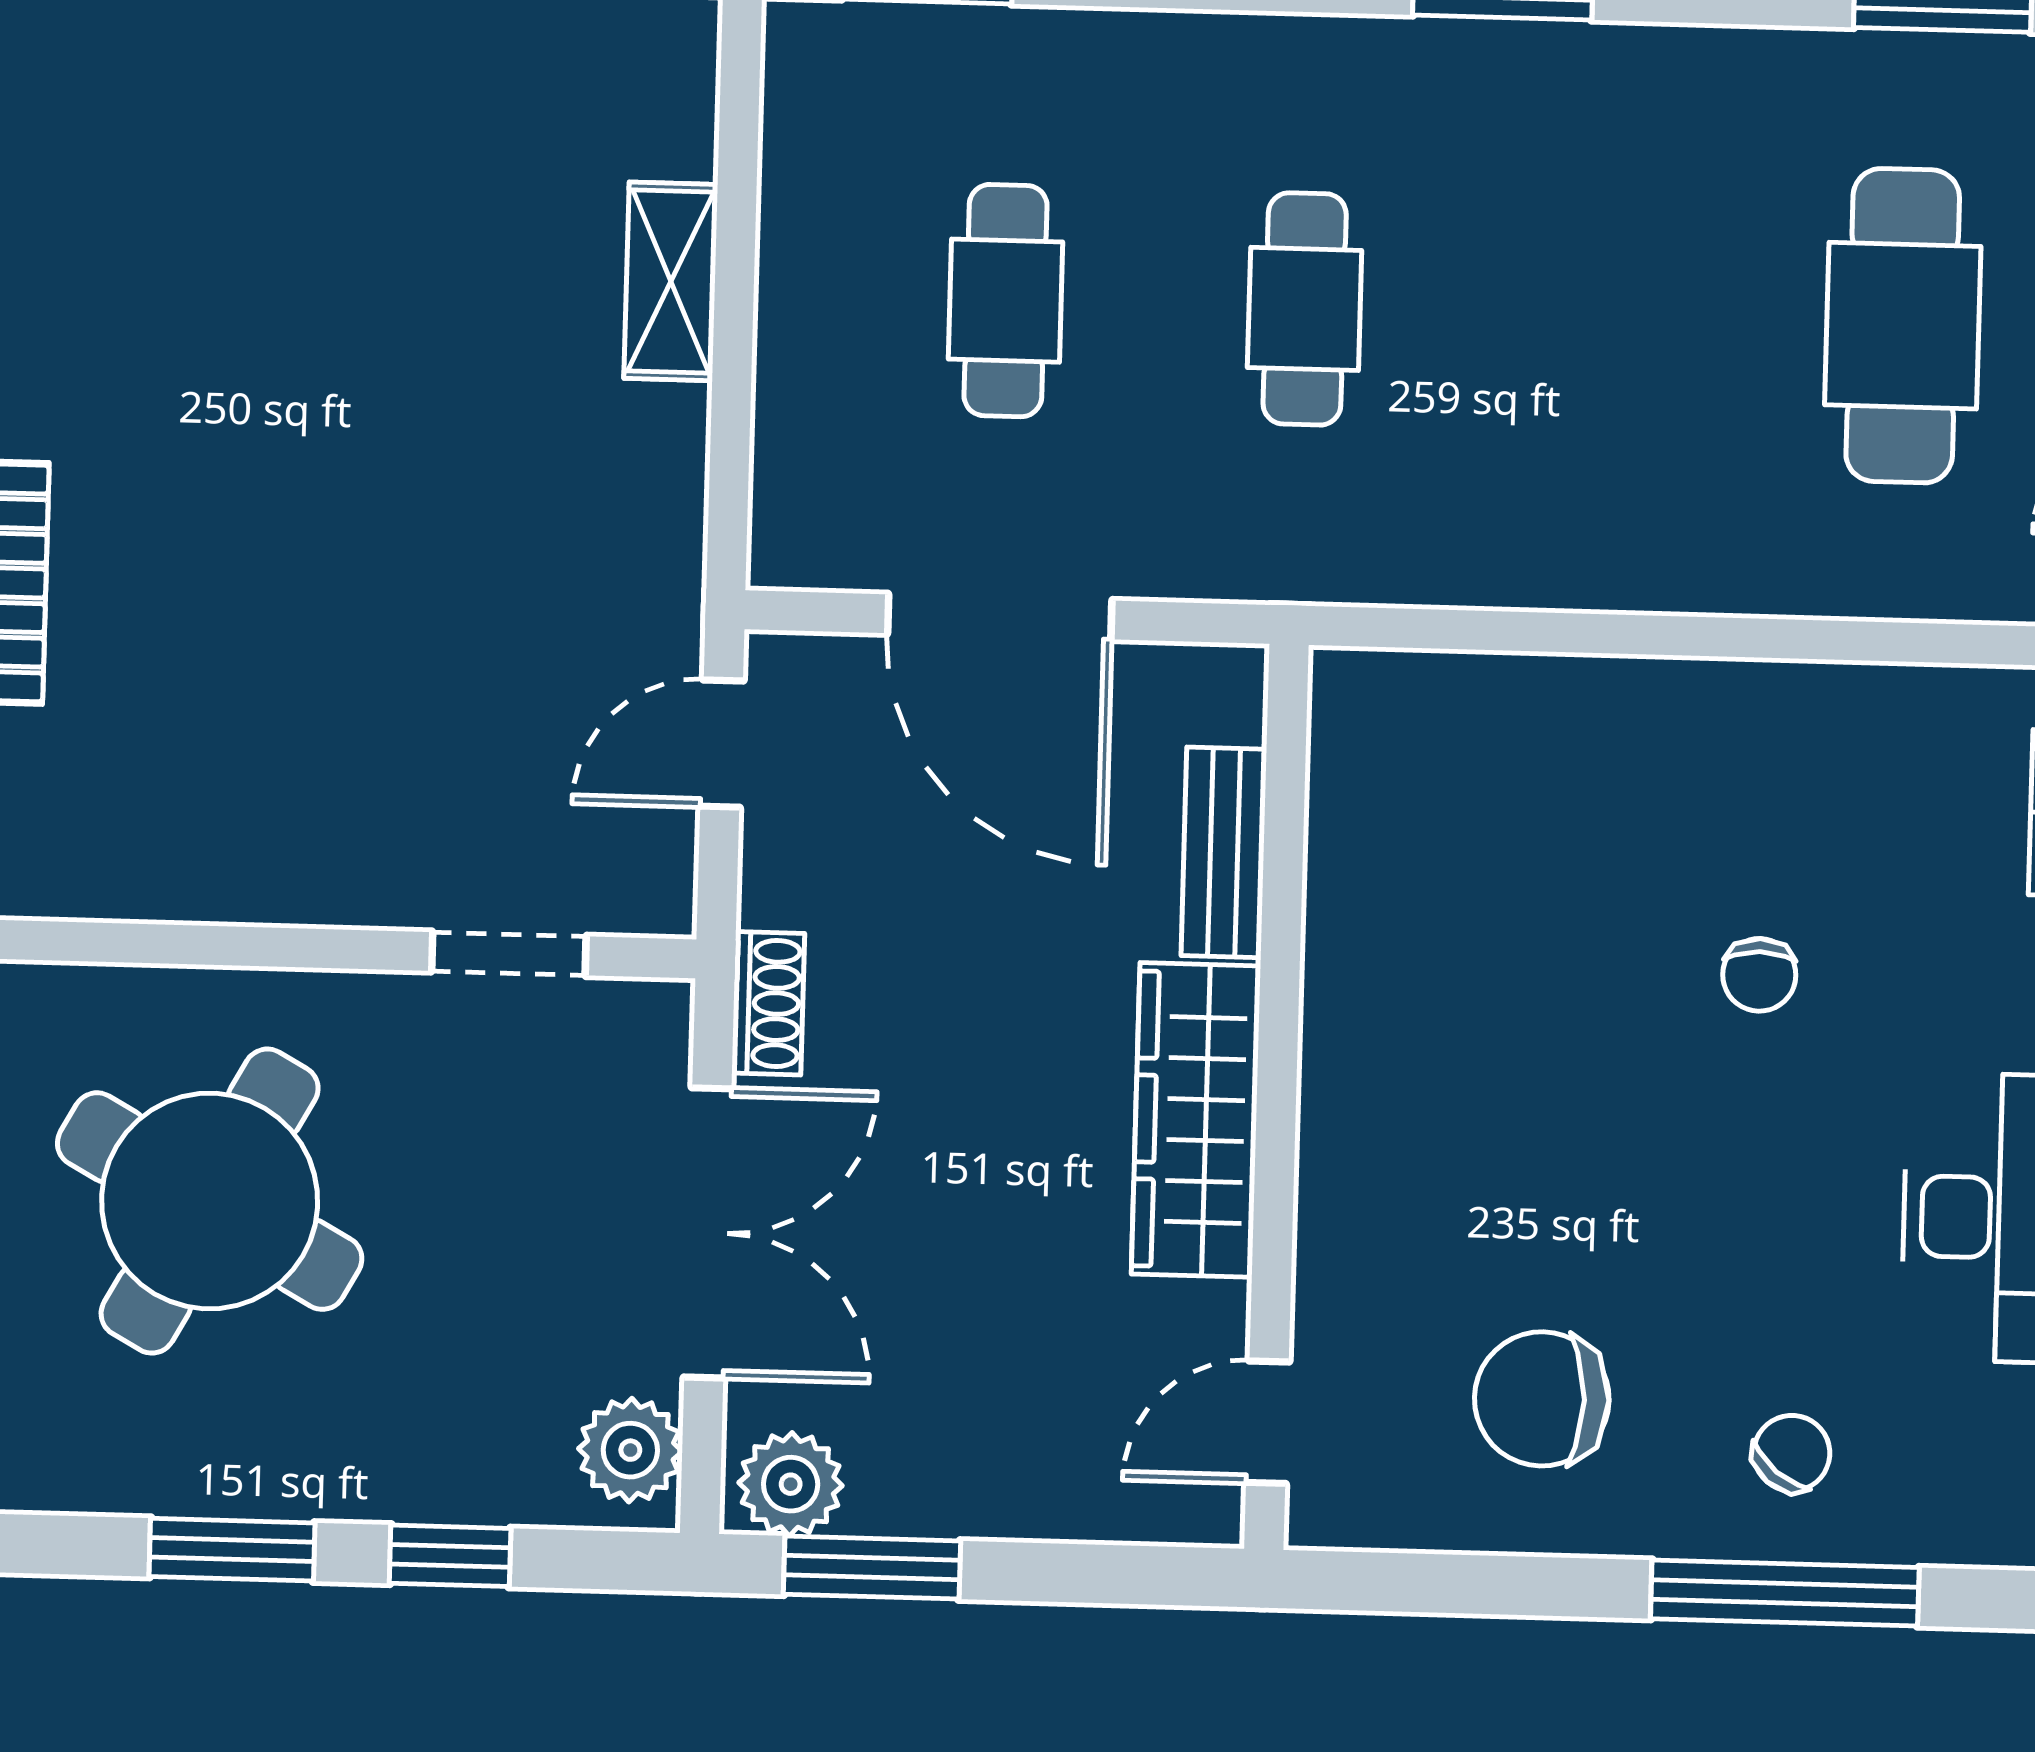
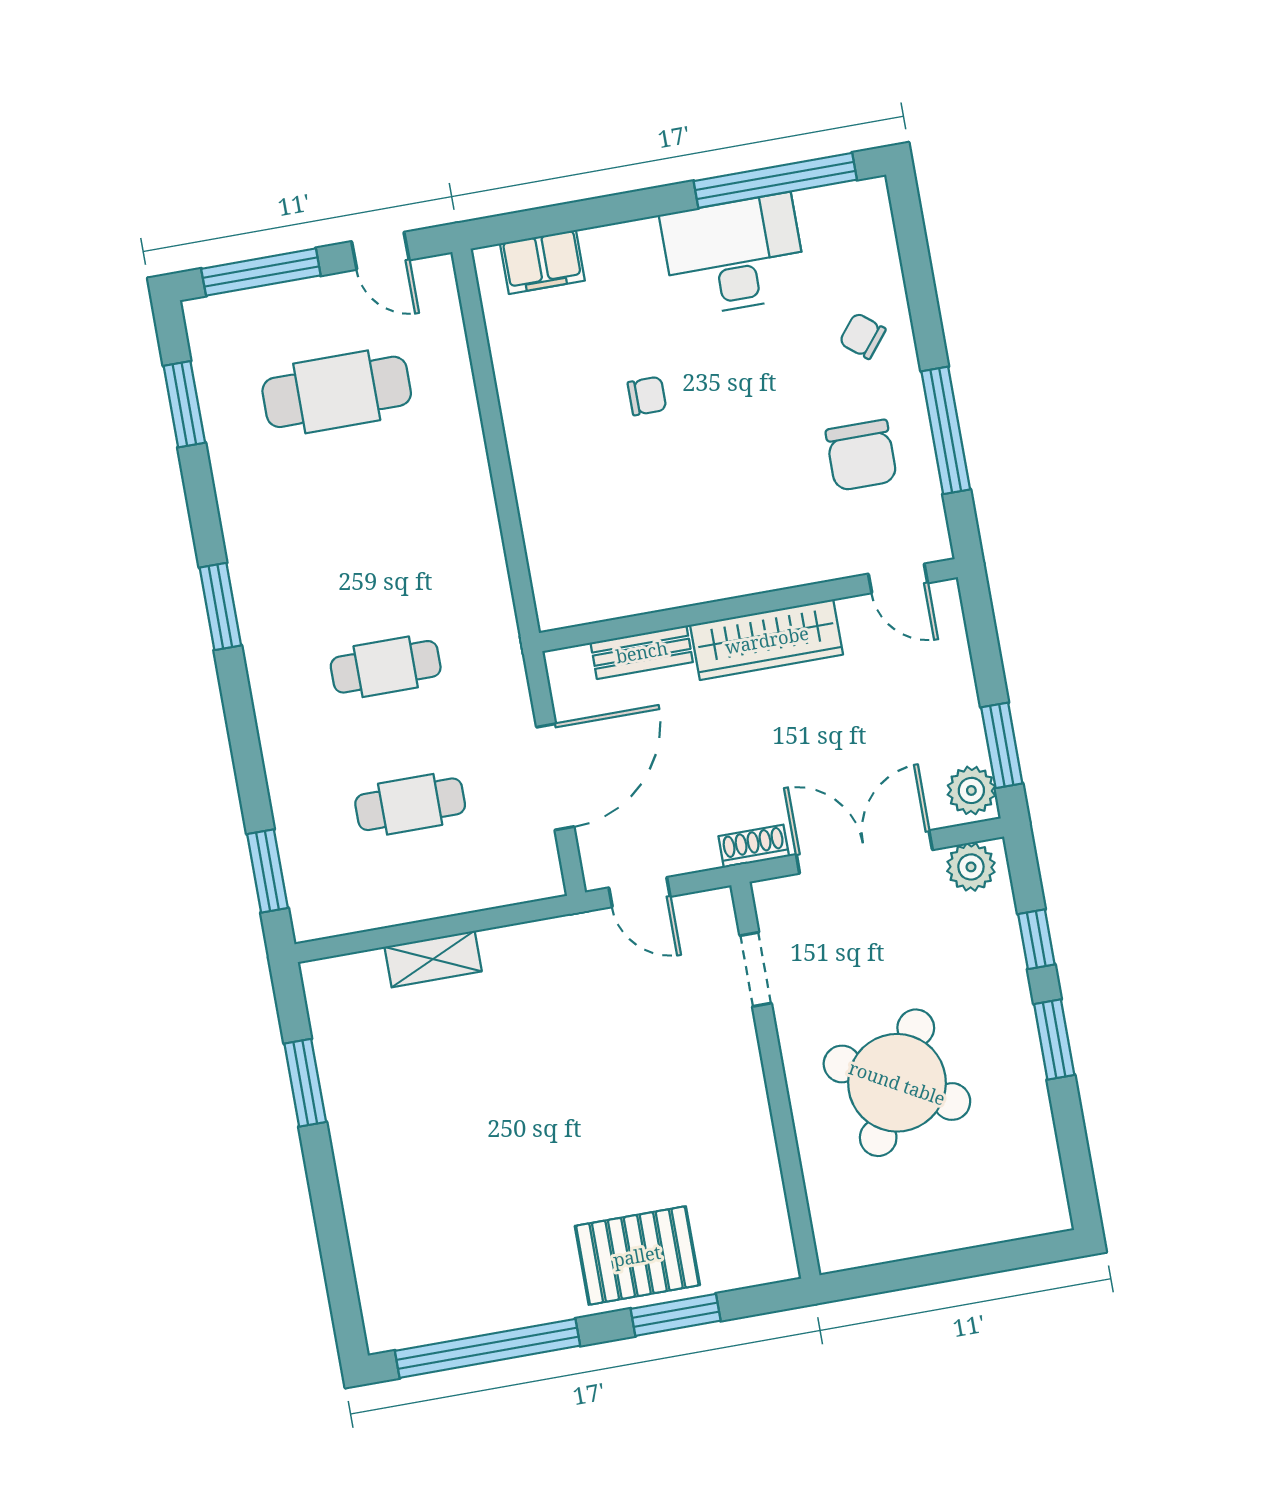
window: (1785, 1593) -> (946, 430), moved

